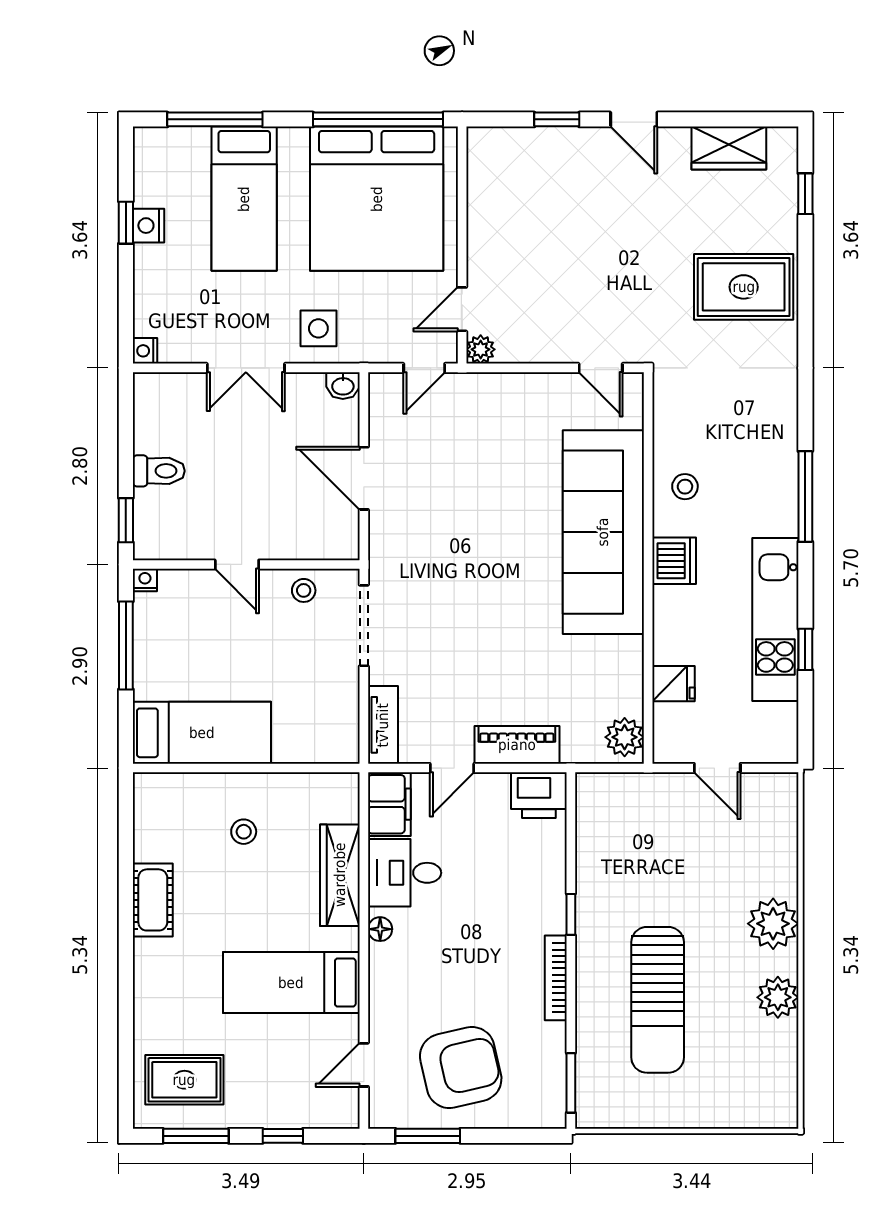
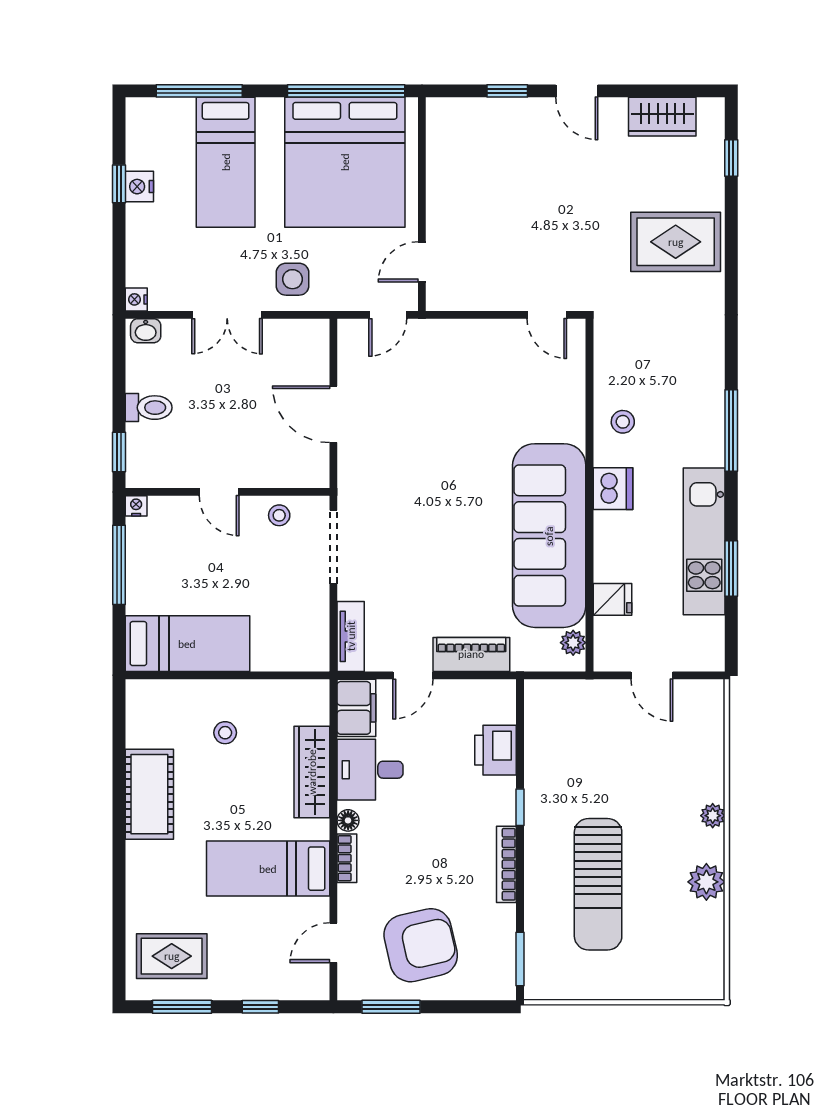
plant: (481, 349) -> (439, 298), removed
washbasin: (343, 386) -> (146, 331), moved
sofa: (603, 532) -> (549, 536), moved
window: (805, 649) -> (731, 568), width x1.50
plant: (625, 737) -> (573, 643), width x0.73, depth x0.73
printer: (539, 795) -> (495, 750), moved, turned 90
cot: (153, 900) -> (149, 794), width x1.37, depth x1.34
plant: (773, 924) -> (713, 816), width x0.53, depth x0.53
bookcase: (379, 971) -> (347, 858), added

